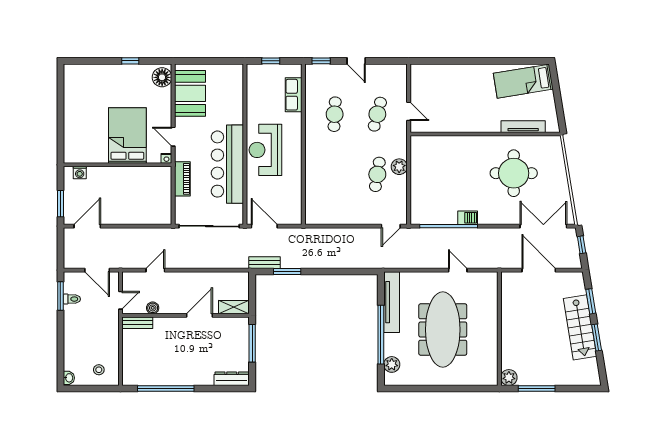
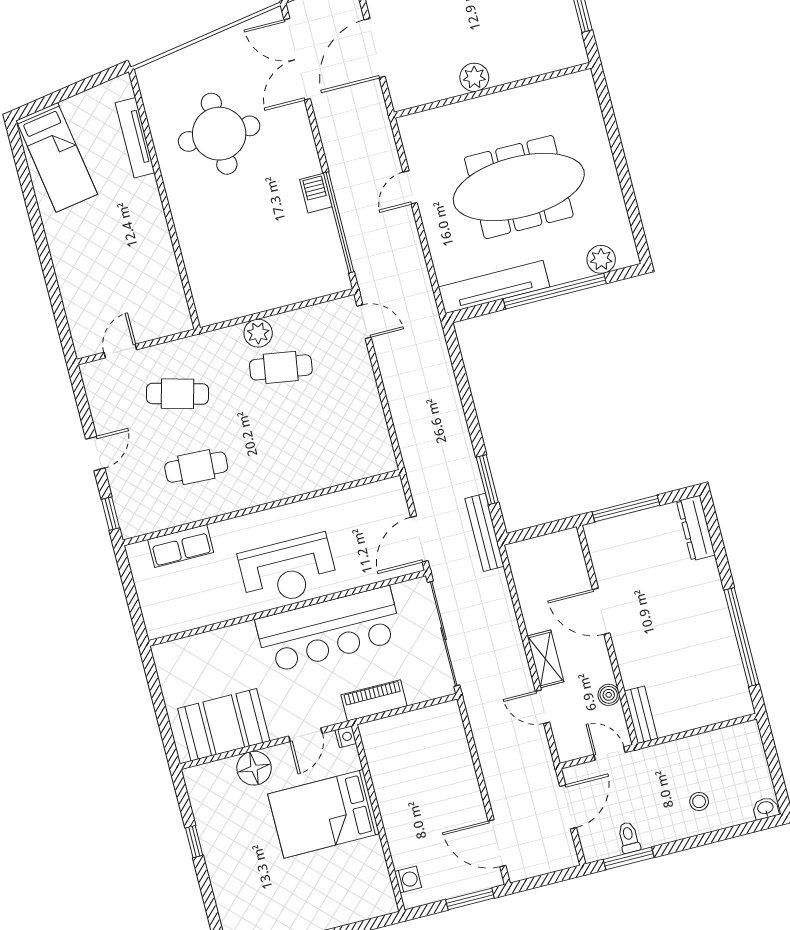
window: (271, 61) -> (133, 600), removed
floor lamp: (162, 77) -> (254, 768), moved
door: (409, 111) -> (120, 351), moved
bench: (264, 263) -> (484, 532), width x1.36
shelving: (234, 307) -> (545, 659), moved
stool: (99, 370) -> (699, 801), moved
plant: (509, 378) -> (474, 77), moved

